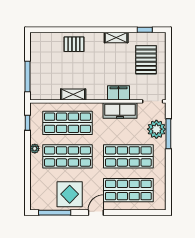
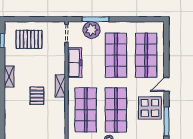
shelving: (116, 38) -> (9, 77), moved
pallet: (74, 44) -> (37, 96), moved
filing cabinet: (118, 93) -> (59, 64), removed
shelving: (73, 95) -> (60, 86), moved
door: (96, 213) -> (166, 84), hinge flipped

